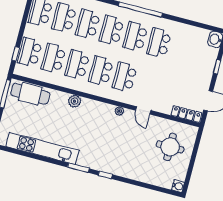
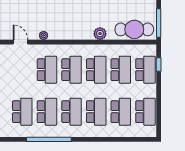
plant: (75, 101) -> (100, 34), moved

